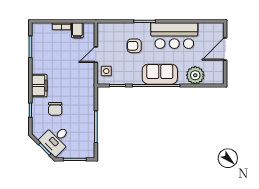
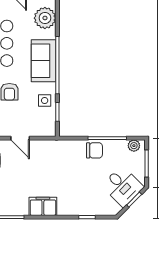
side table: (106, 71) -> (45, 100), moved
filing cabinet: (39, 86) -> (43, 206), moved
chair: (55, 109) -> (94, 150), moved
plant: (90, 149) -> (134, 146), added

